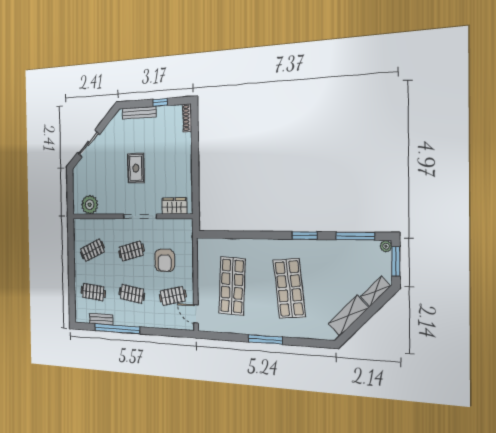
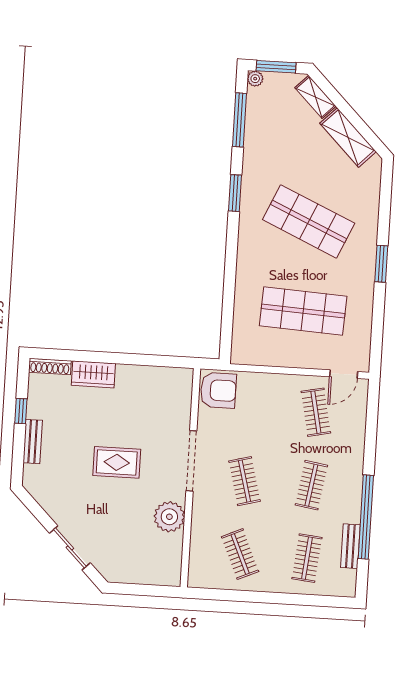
bench: (139, 113) -> (33, 442), width x0.73
plant: (90, 205) -> (169, 517), moved
wardrobe: (174, 206) -> (93, 374), moved, turned -90
armchair: (165, 260) -> (218, 390), moved
shop shelf: (289, 288) -> (309, 221), turned 30
window: (265, 339) -> (381, 264), width x0.69

